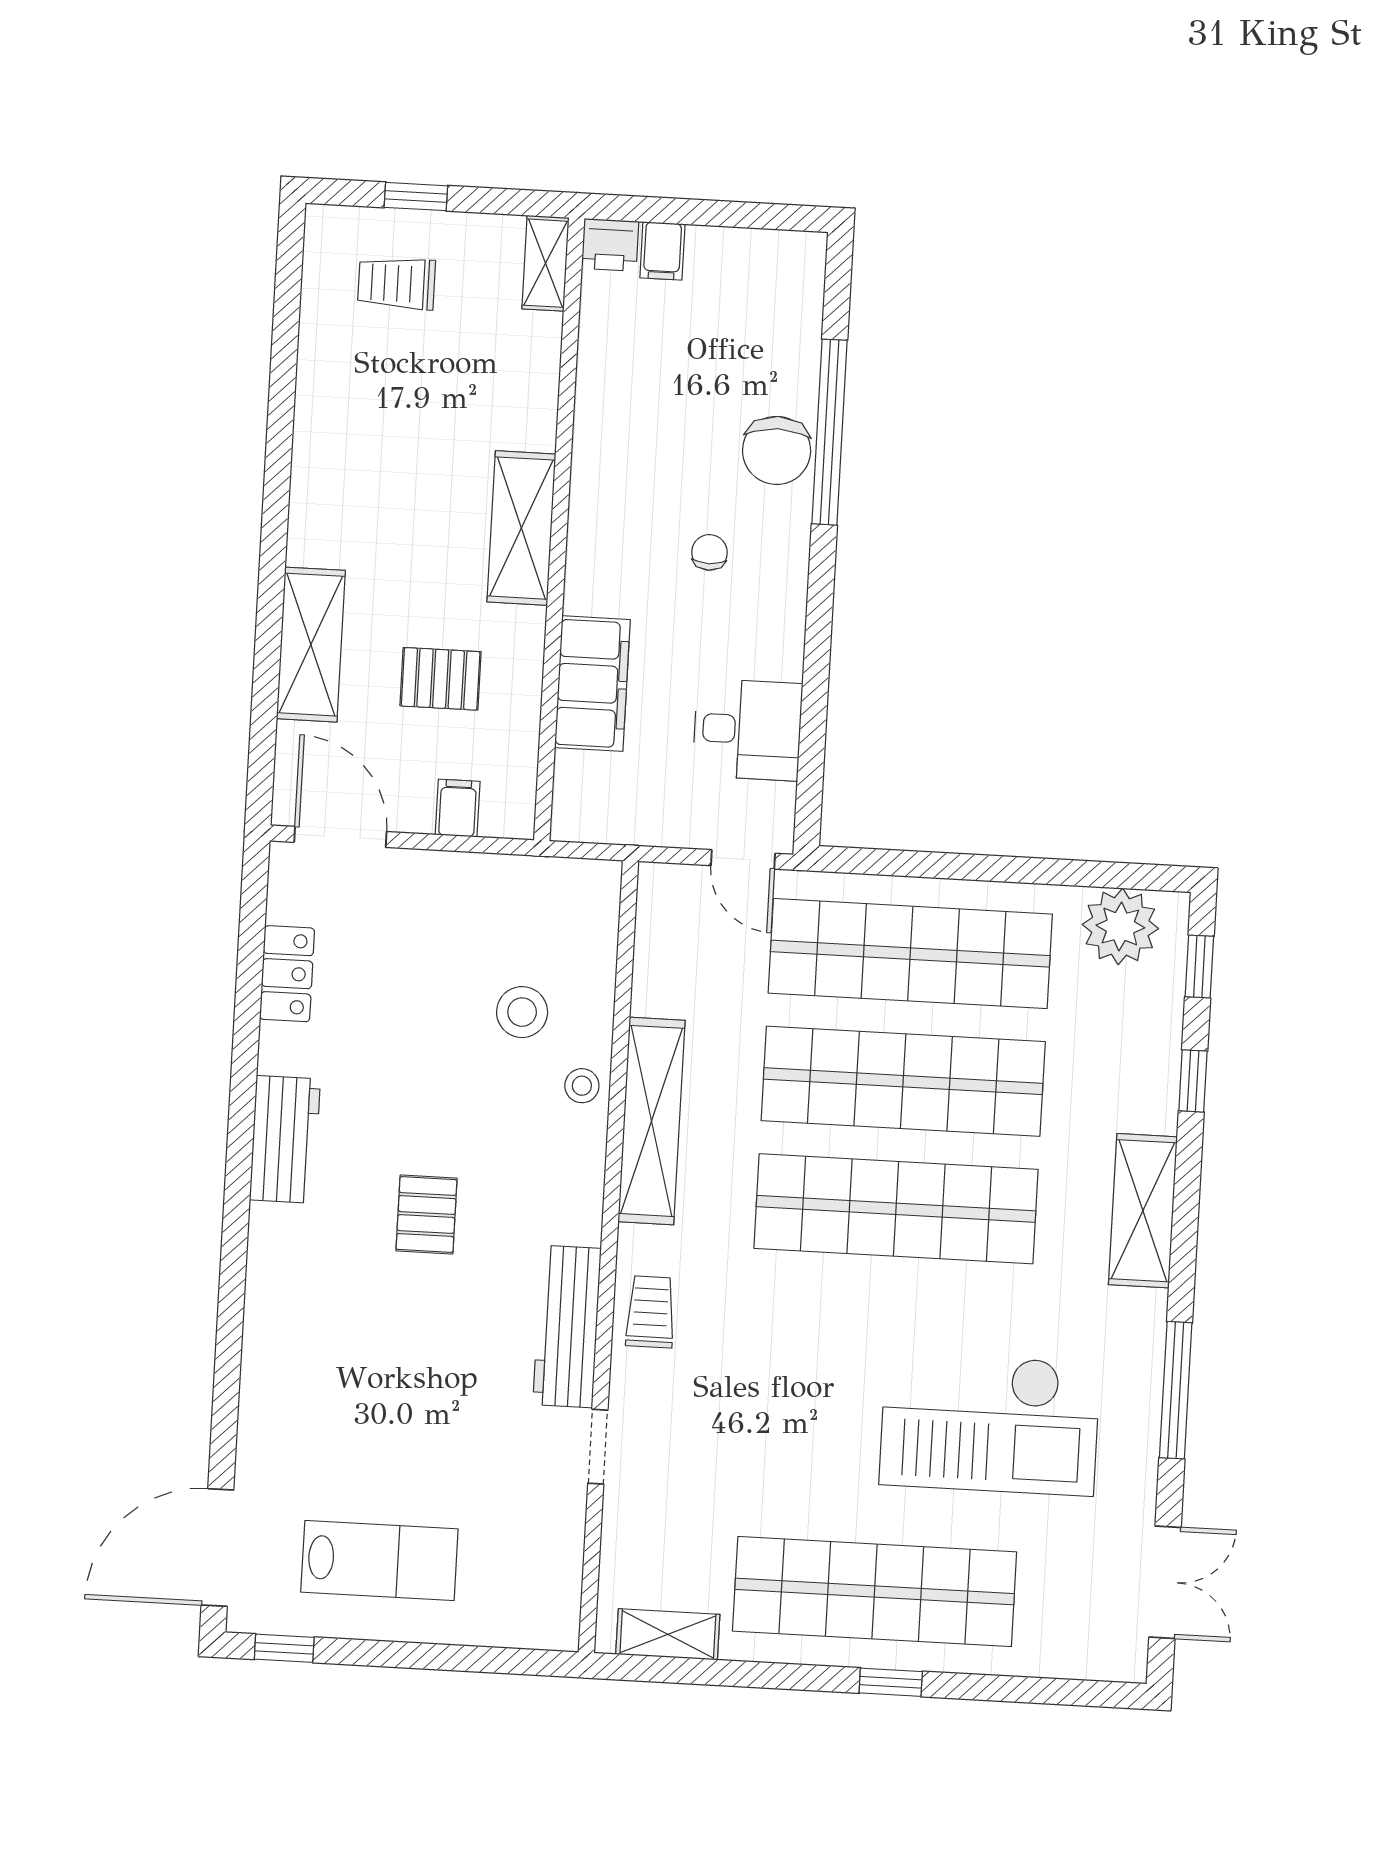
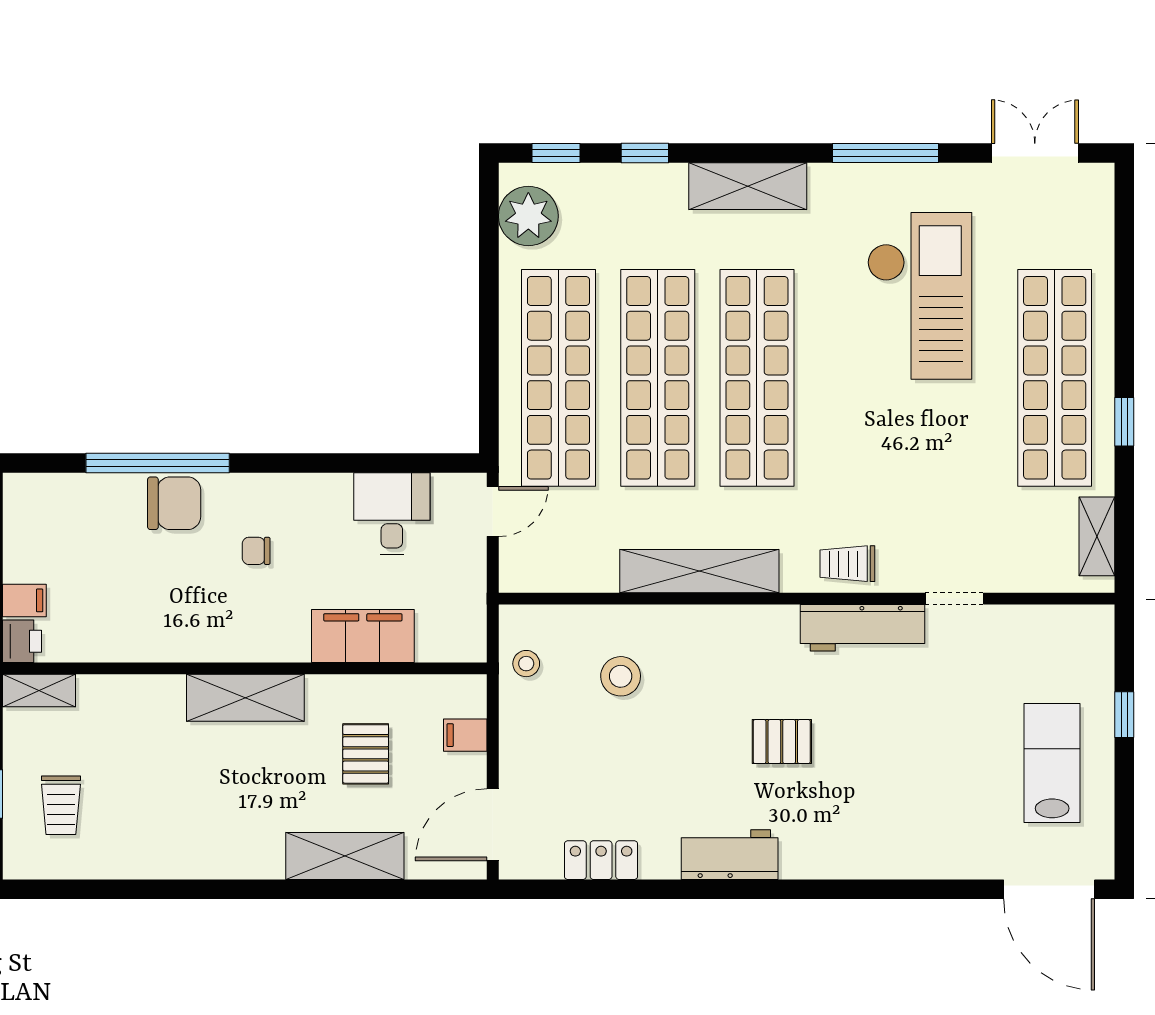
stool: (582, 1086) -> (526, 664), moved
window: (284, 1648) -> (1124, 715), moved
window: (891, 1682) -> (1124, 422), moved

